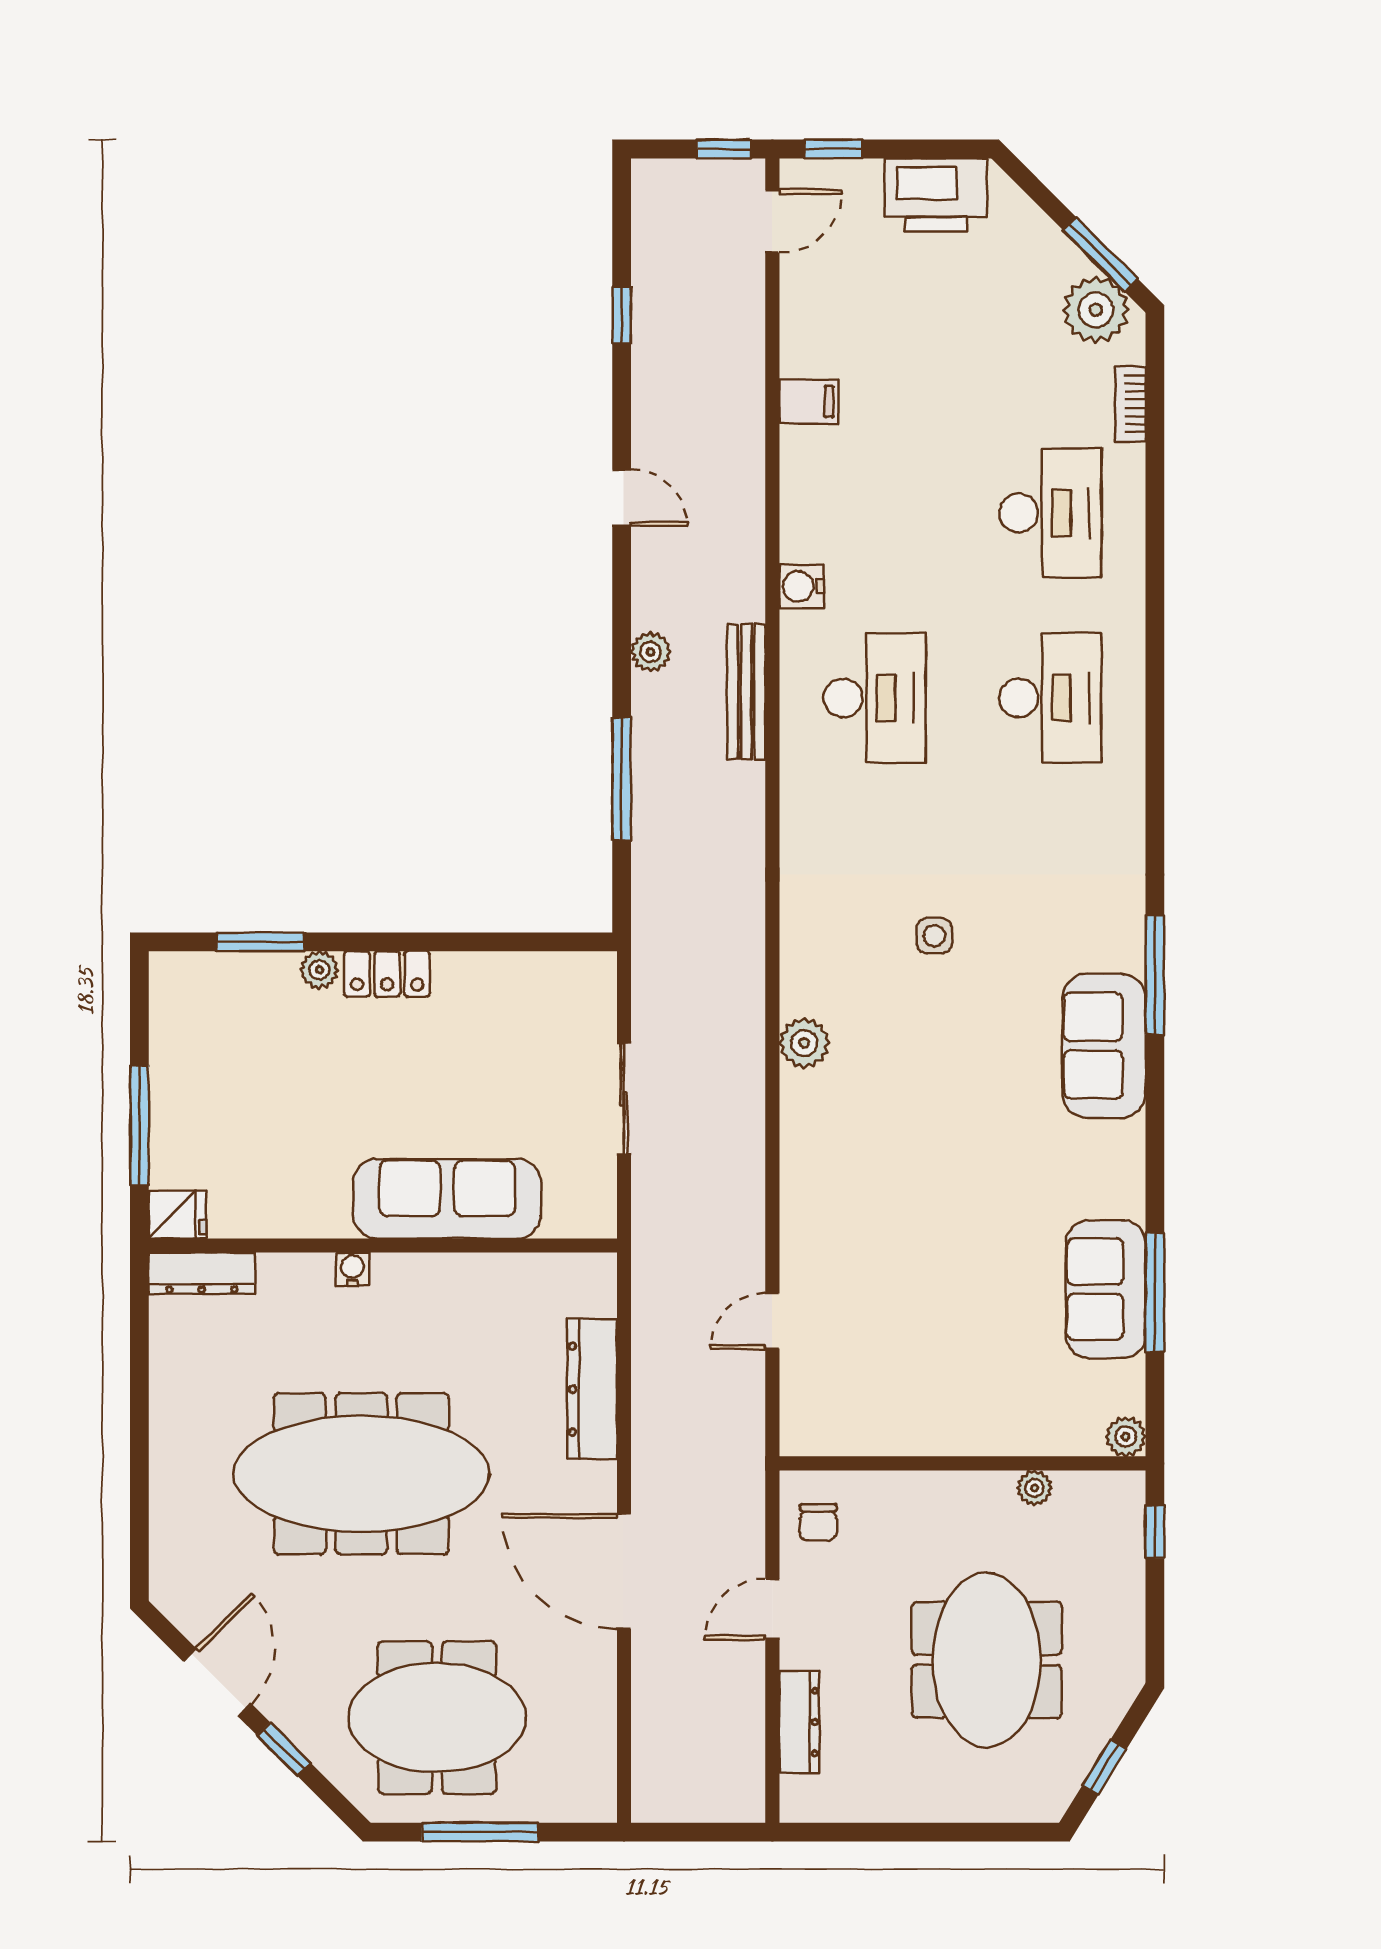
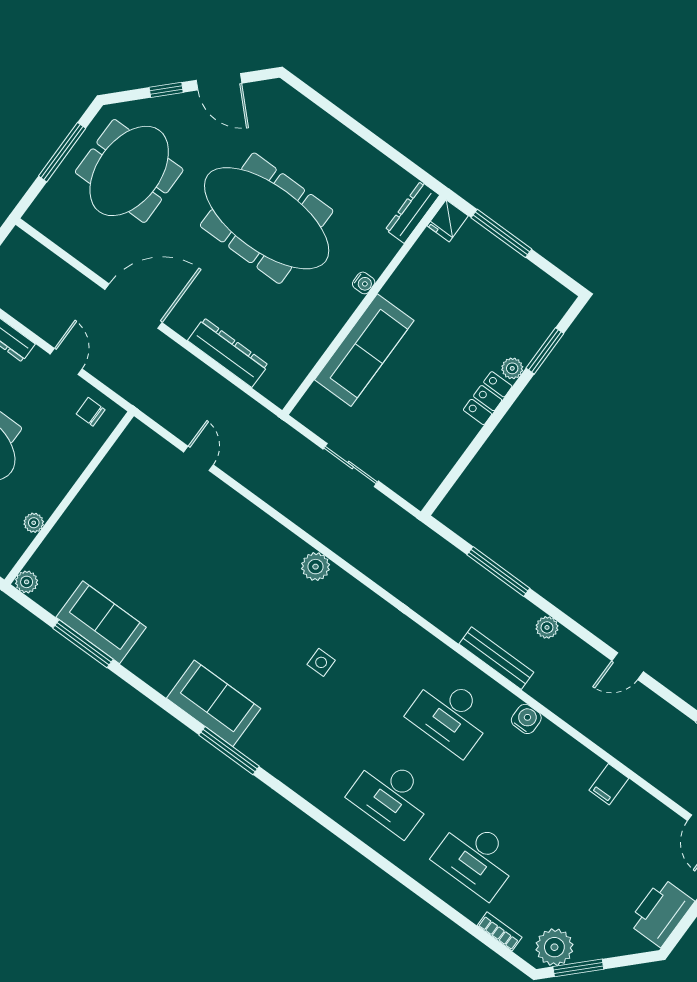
meeting table: (361, 1474) -> (267, 218), turned 90

